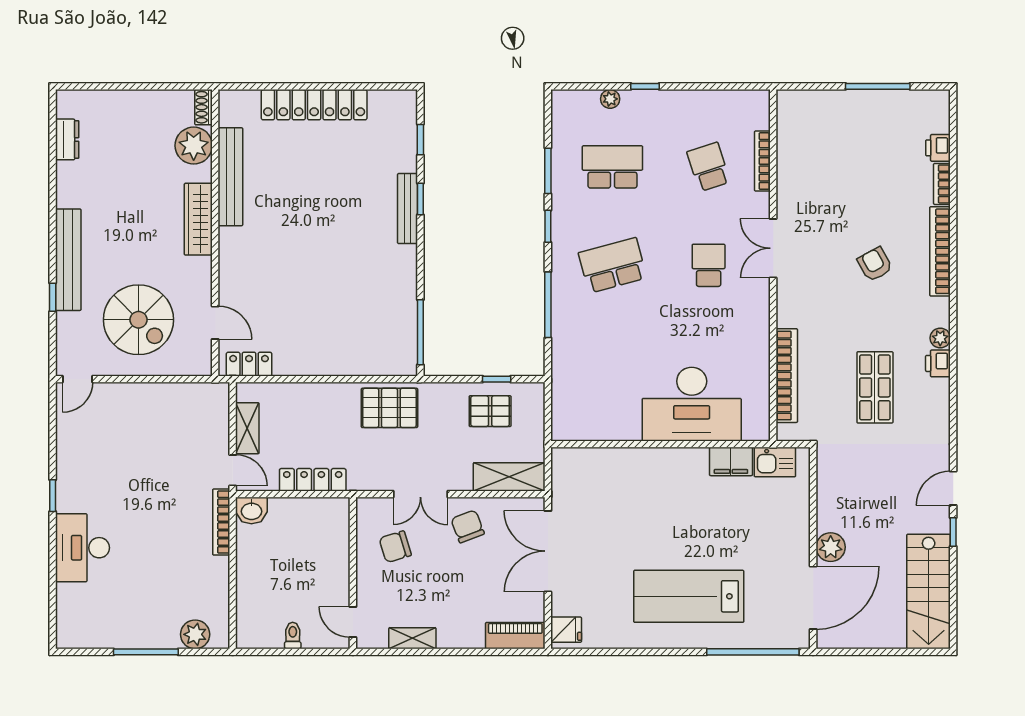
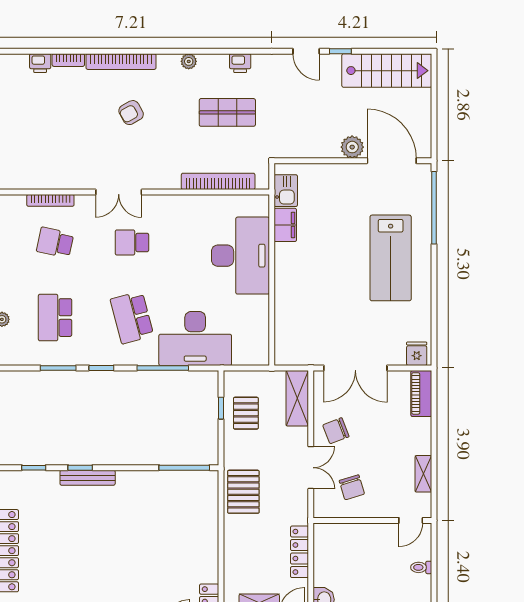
school desk: (709, 167) -> (55, 242), turned 30
desk: (586, 346) -> (195, 338), added
printer: (938, 363) -> (240, 63), moved

